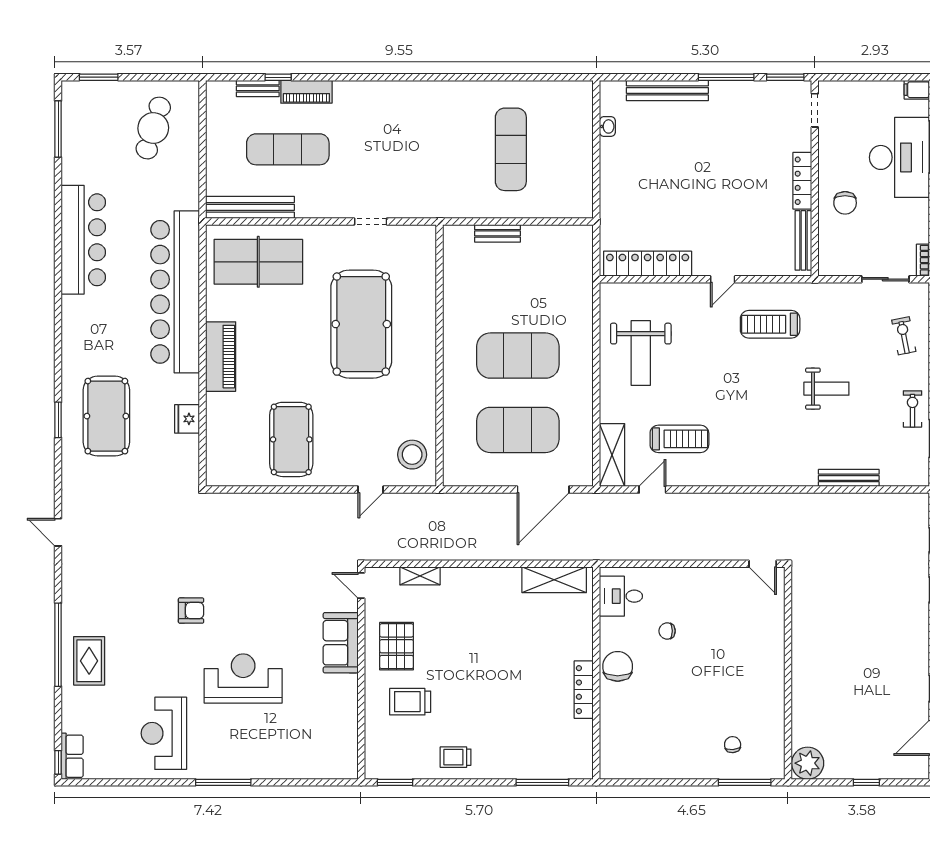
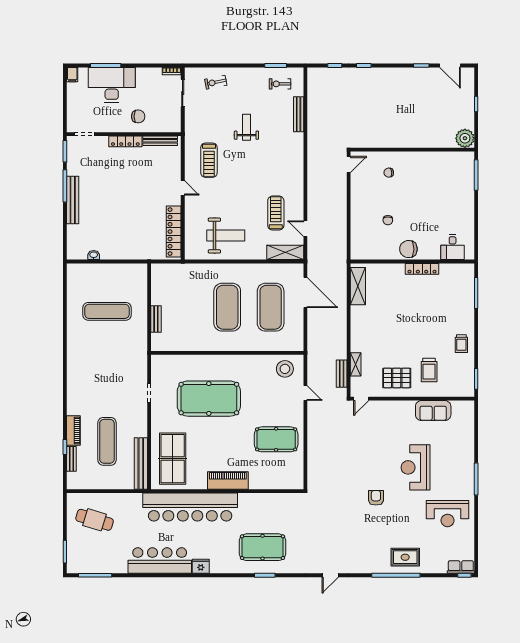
bench: (667, 90) -> (73, 200), moved
exercise bike: (913, 409) -> (280, 84), moved
fridge: (187, 419) -> (201, 566), moved, turned 180
bench: (404, 552) -> (342, 374), added
desk: (621, 596) -> (453, 247), moved
sofa: (341, 643) -> (433, 411), moved
chair: (733, 745) -> (389, 173), moved

